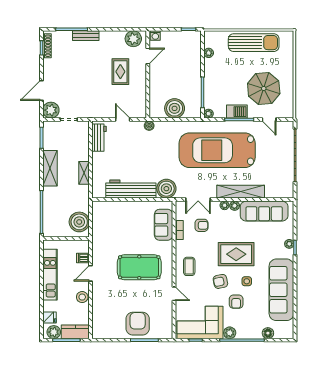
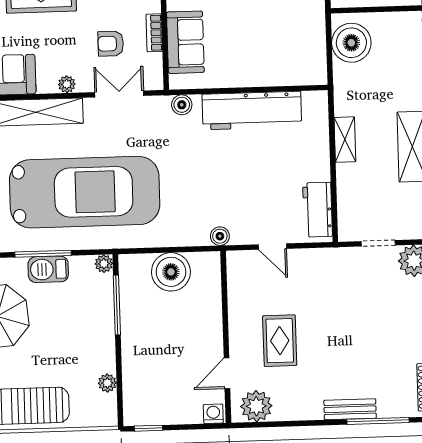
boiler: (166, 189) -> (182, 105), width x0.54, depth x0.54
plant: (235, 206) -> (47, 84), removed

